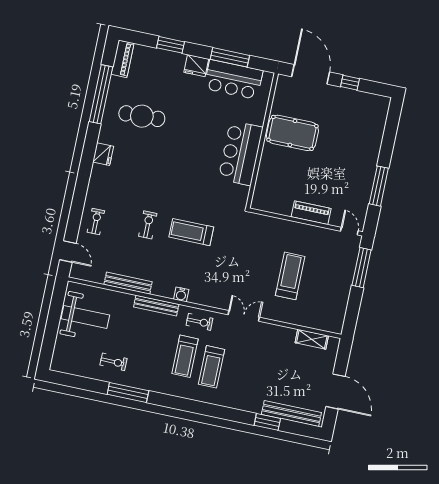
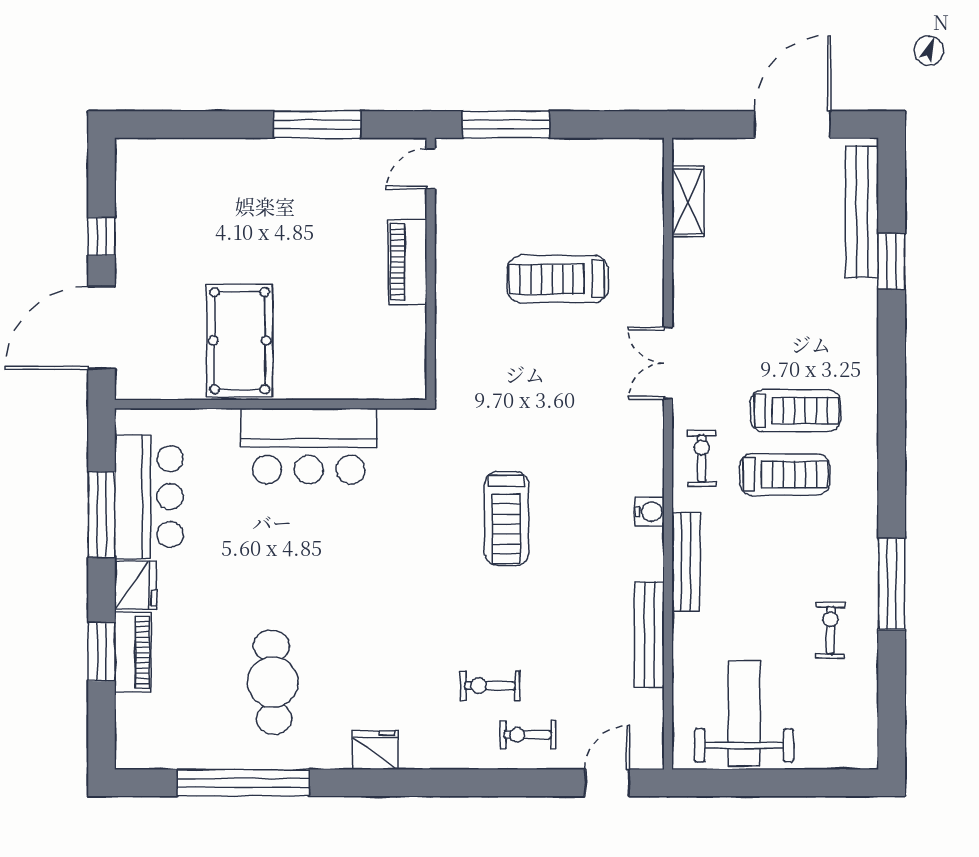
piano: (123, 59) -> (133, 652), moved, turned 90
exercise bike: (148, 225) -> (490, 686), moved

